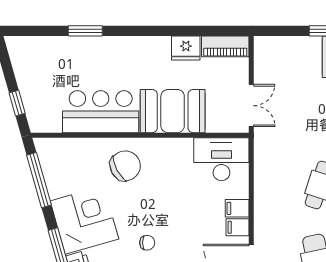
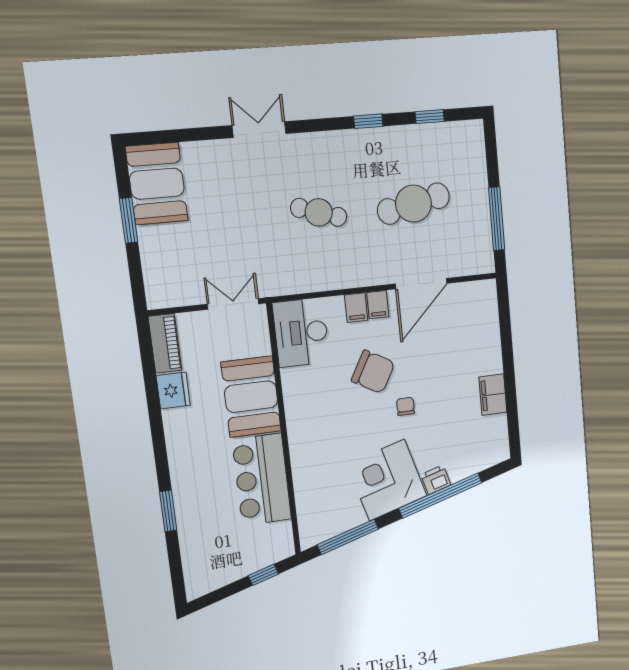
chair: (125, 166) -> (373, 372), moved, turned 147

